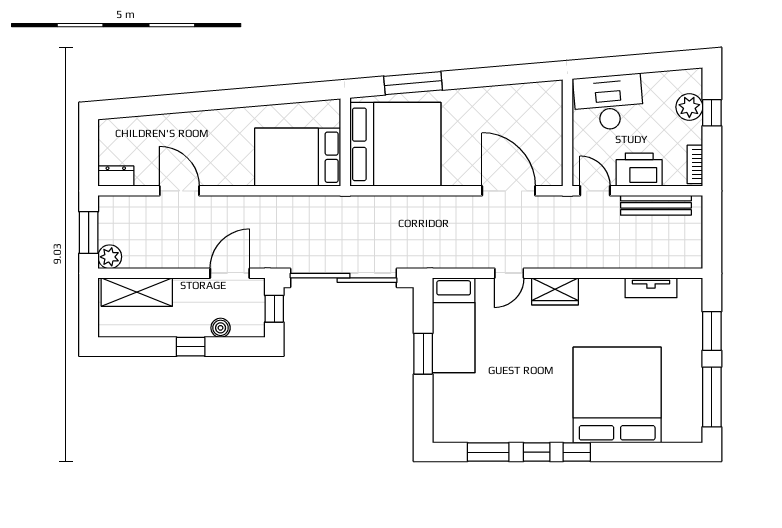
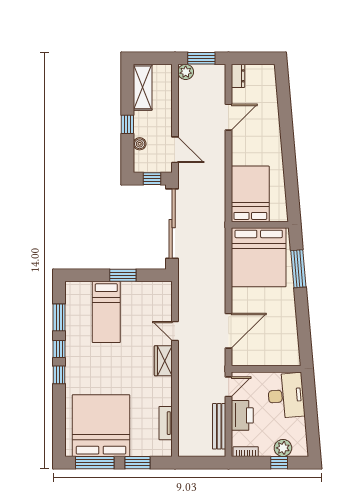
shelving: (137, 292) -> (143, 87), moved
bed: (454, 325) -> (106, 312), moved, turned -90
bed: (617, 395) -> (101, 426), moved, turned -90

